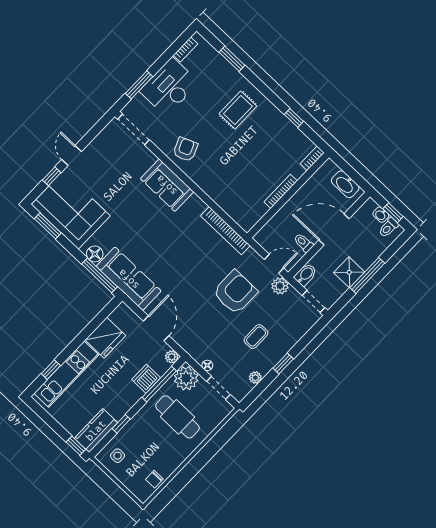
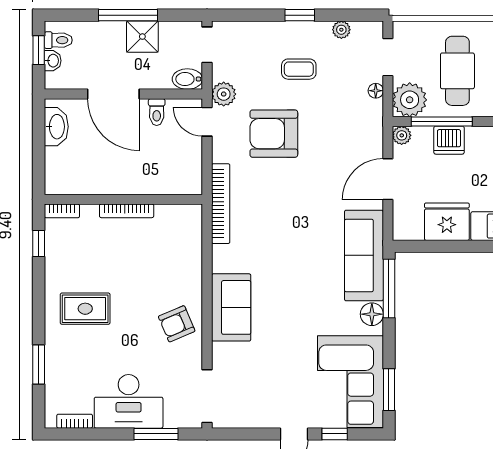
bookcase: (312, 158) -> (62, 211), moved
bookcase: (281, 191) -> (127, 211), moved
wall: (288, 195) -> (123, 199), moved

